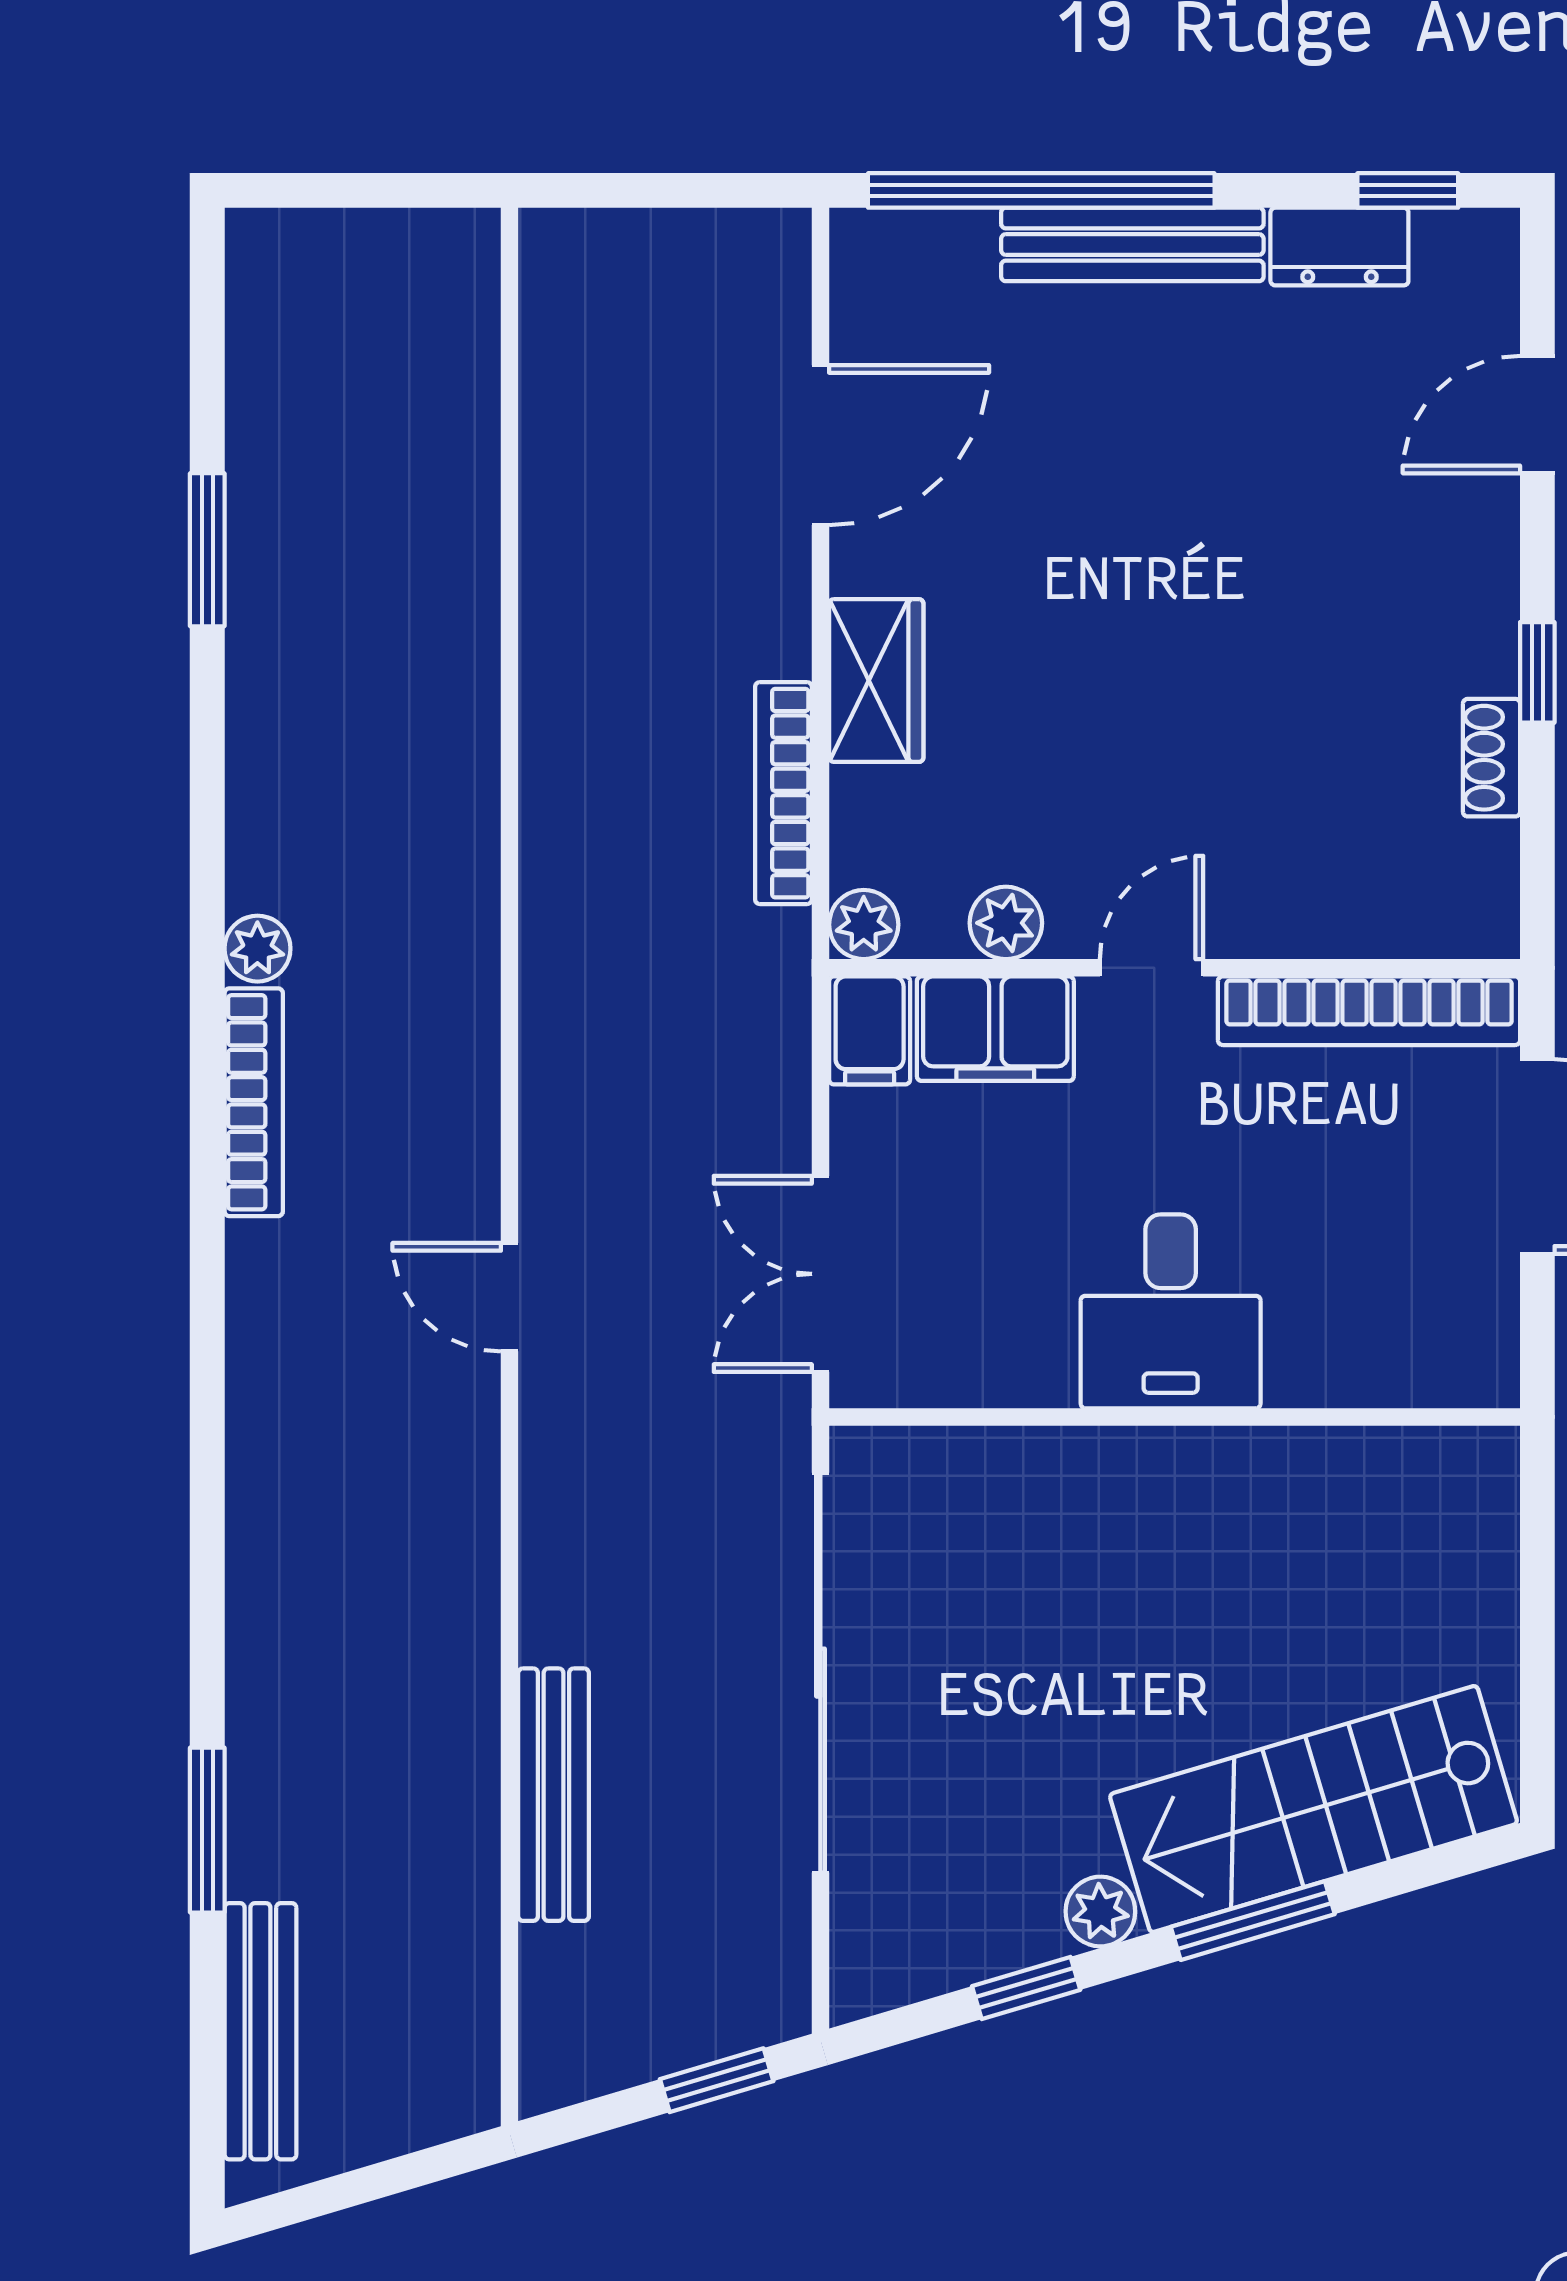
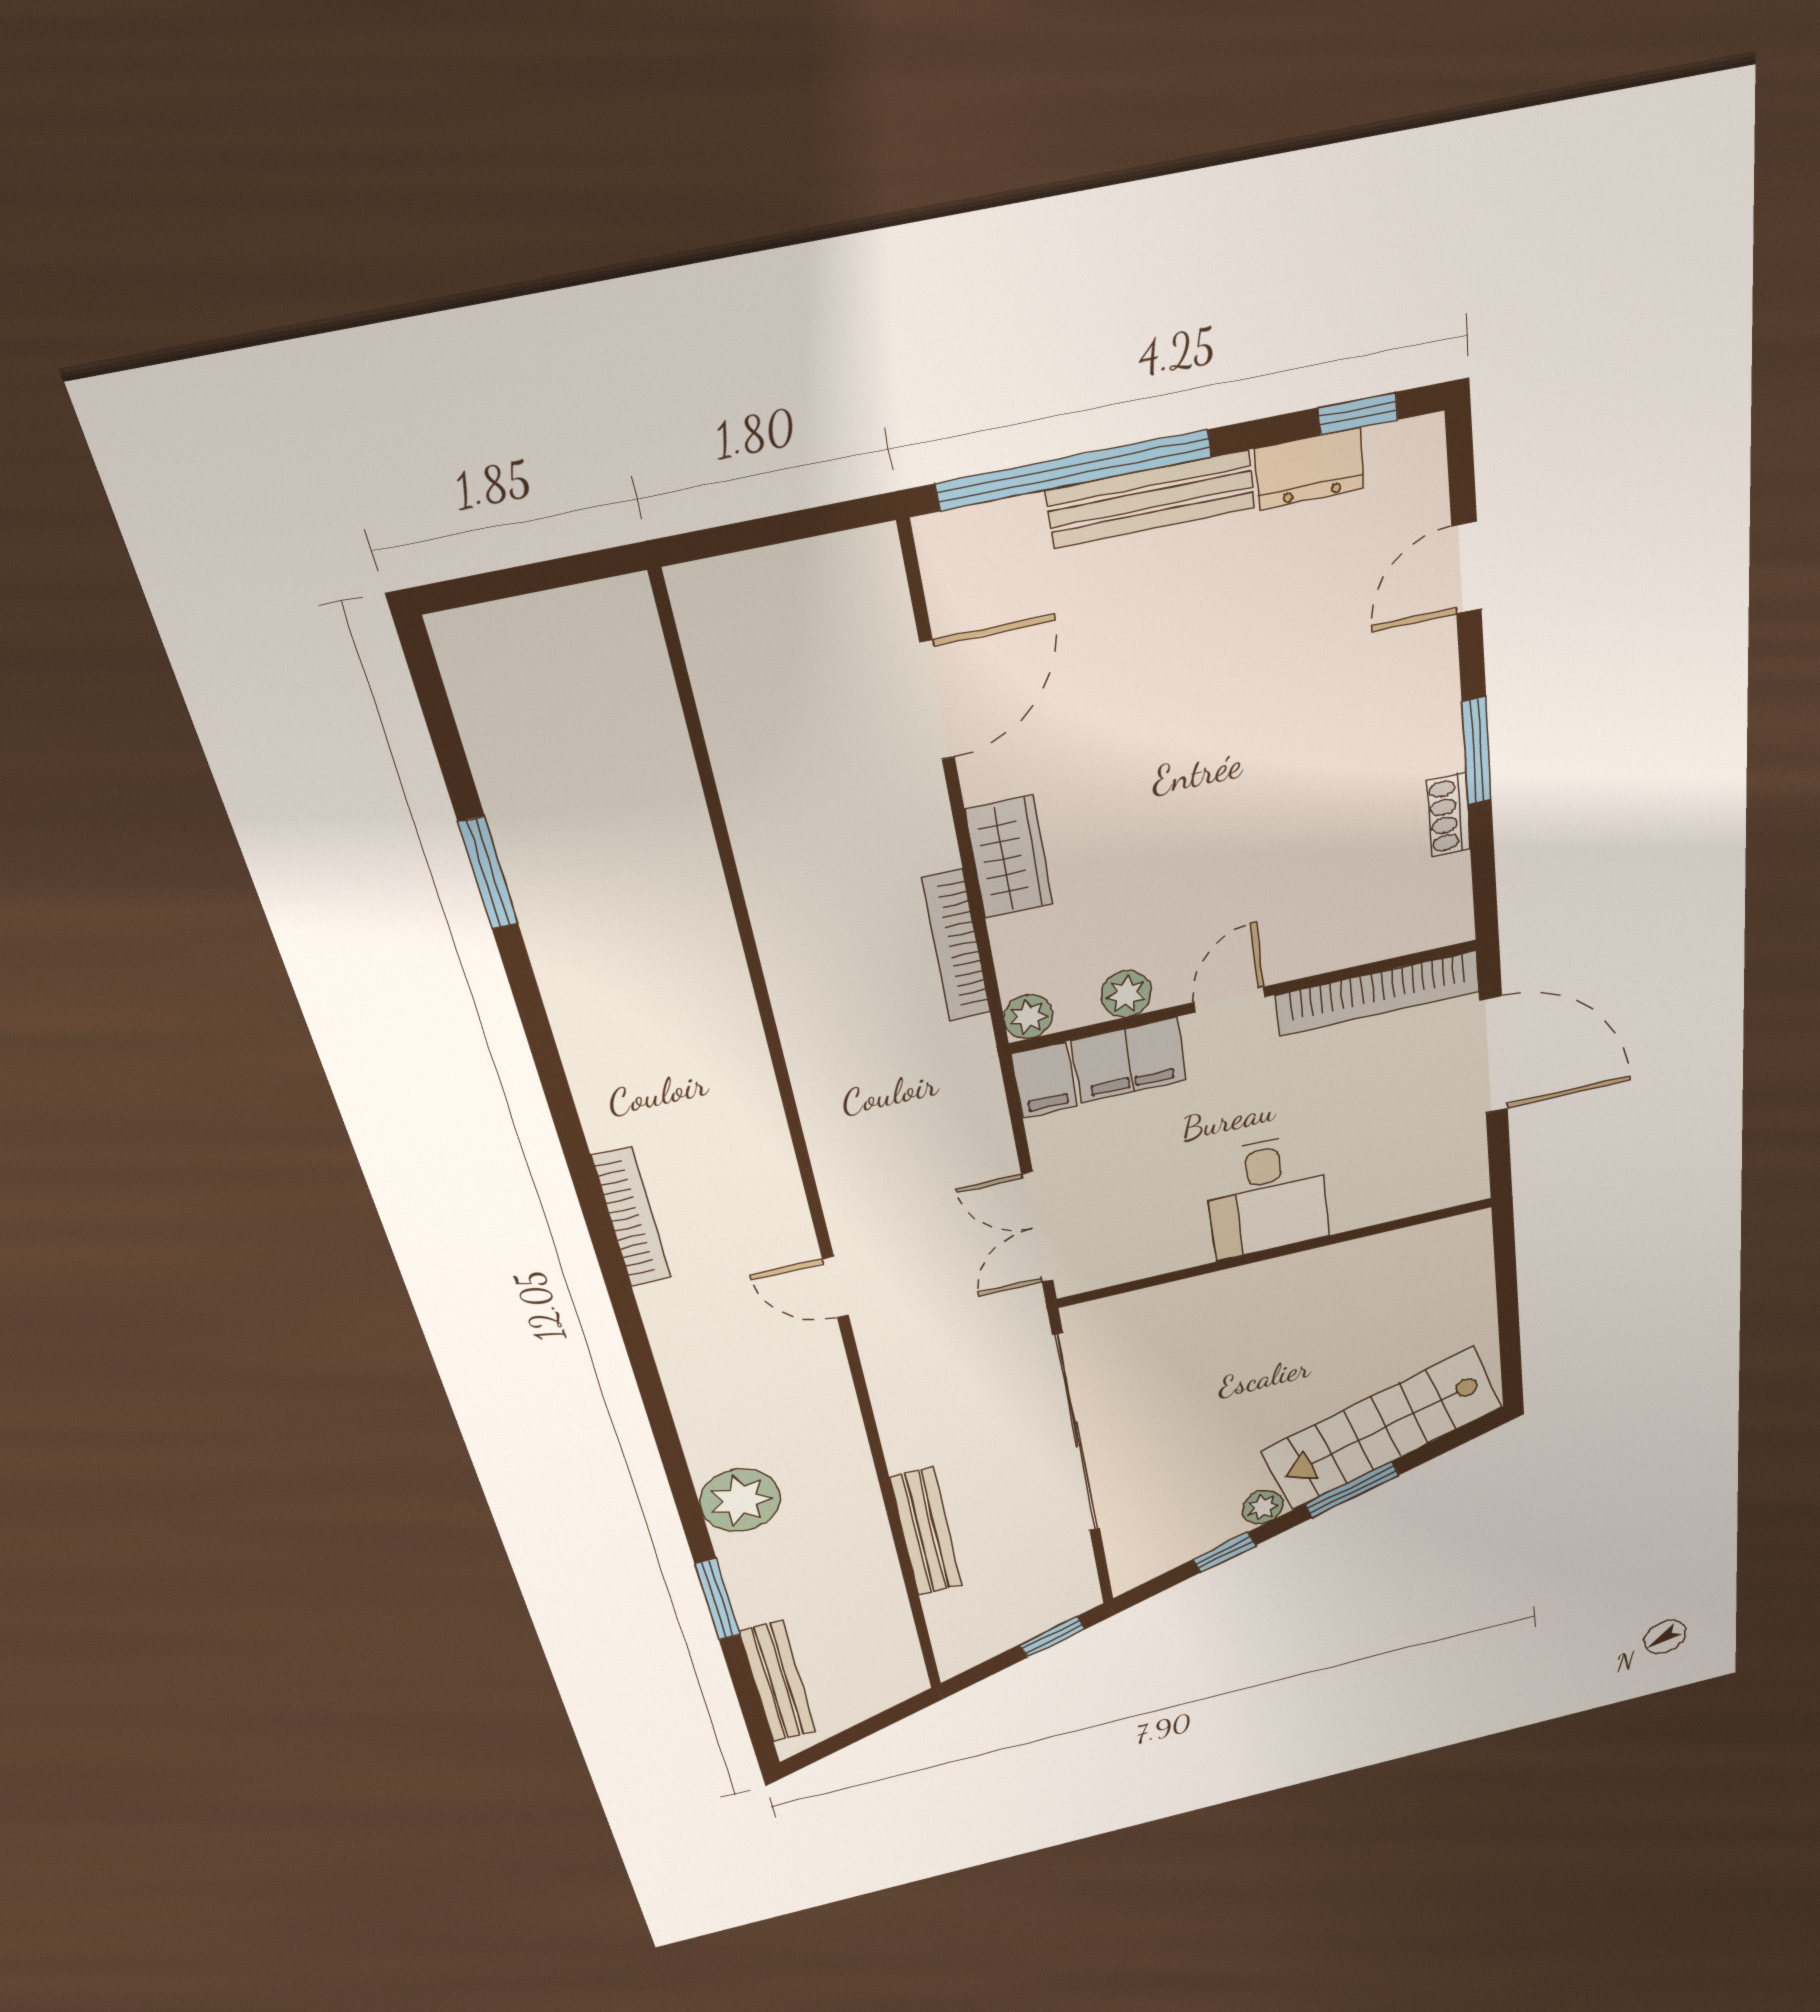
window: (1537, 672) -> (1477, 751), width x1.50
plant: (257, 949) -> (740, 1500), moved, width x1.87, depth x1.87

